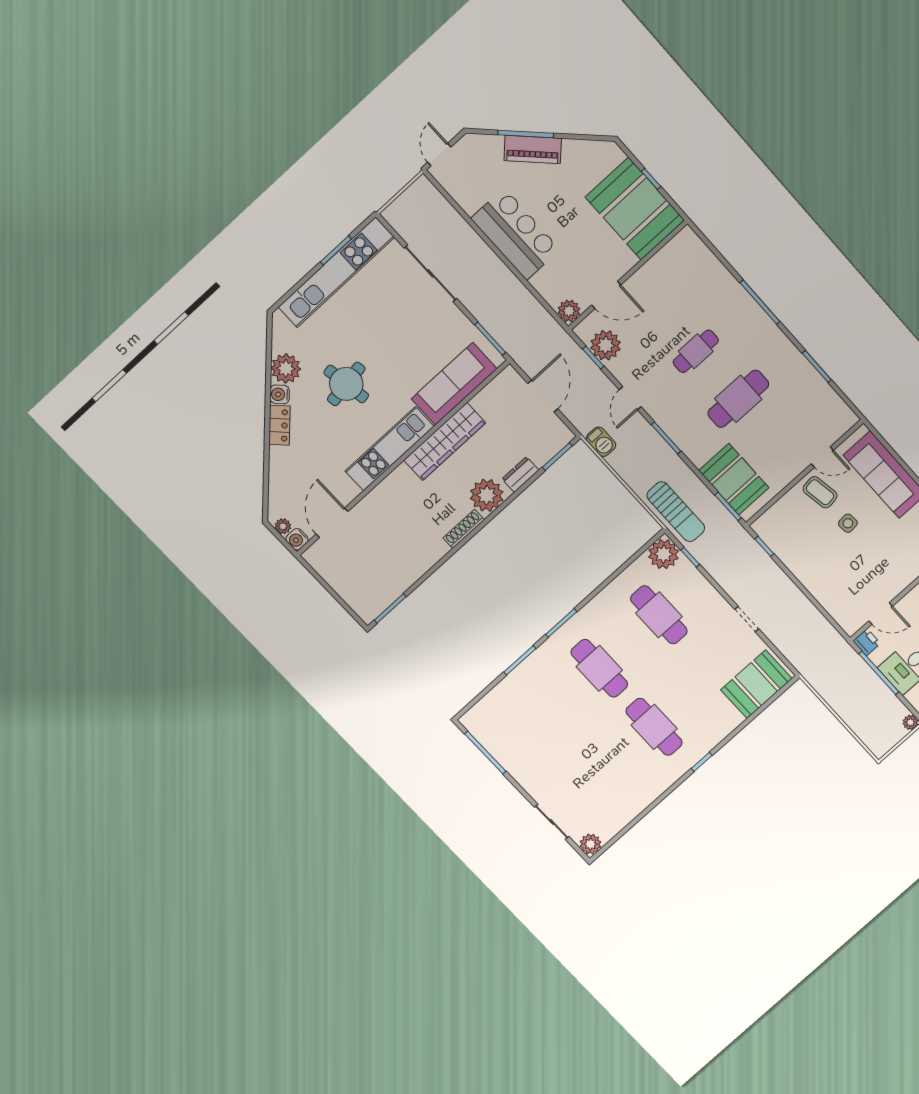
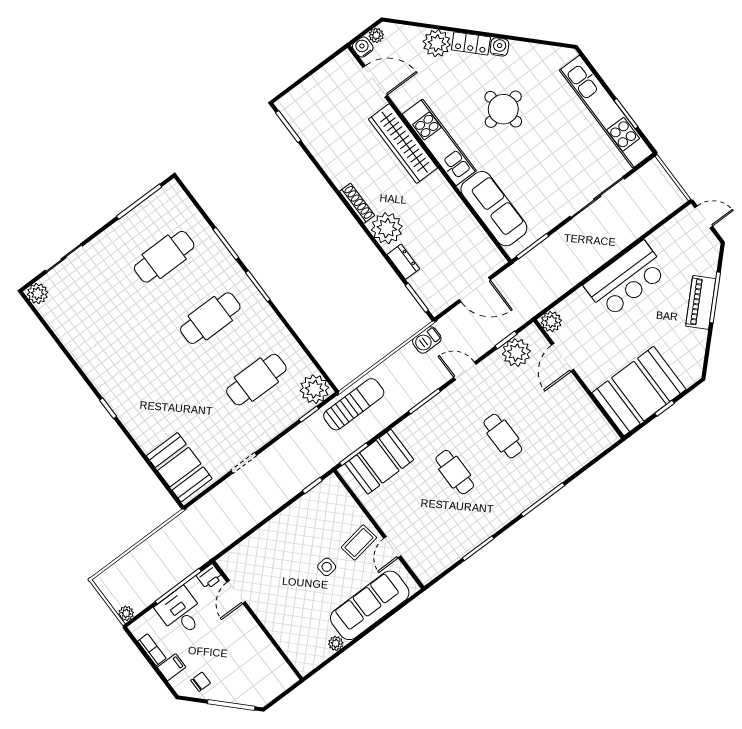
plant: (286, 369) -> (437, 43), moved
cafe table: (738, 399) -> (455, 472), width x0.73, depth x0.74
wardrobe: (445, 442) -> (403, 144), moved
sun lounger: (676, 512) -> (354, 404), turned 180
cafe table: (654, 727) -> (164, 257), moved

